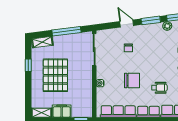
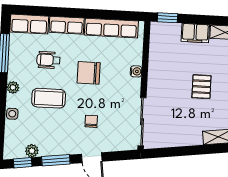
window: (66, 31) -> (182, 151), removed
coffee table: (158, 62) -> (49, 98), added
pallet: (55, 75) -> (201, 87), width x0.49, depth x0.50

